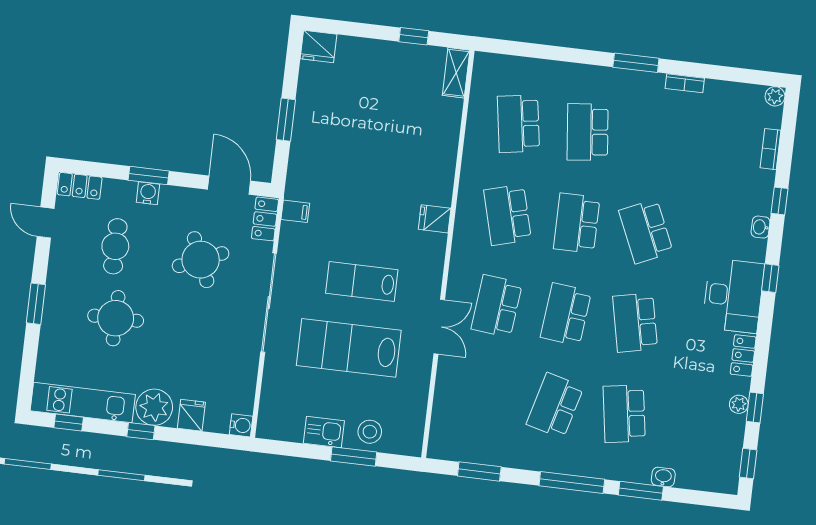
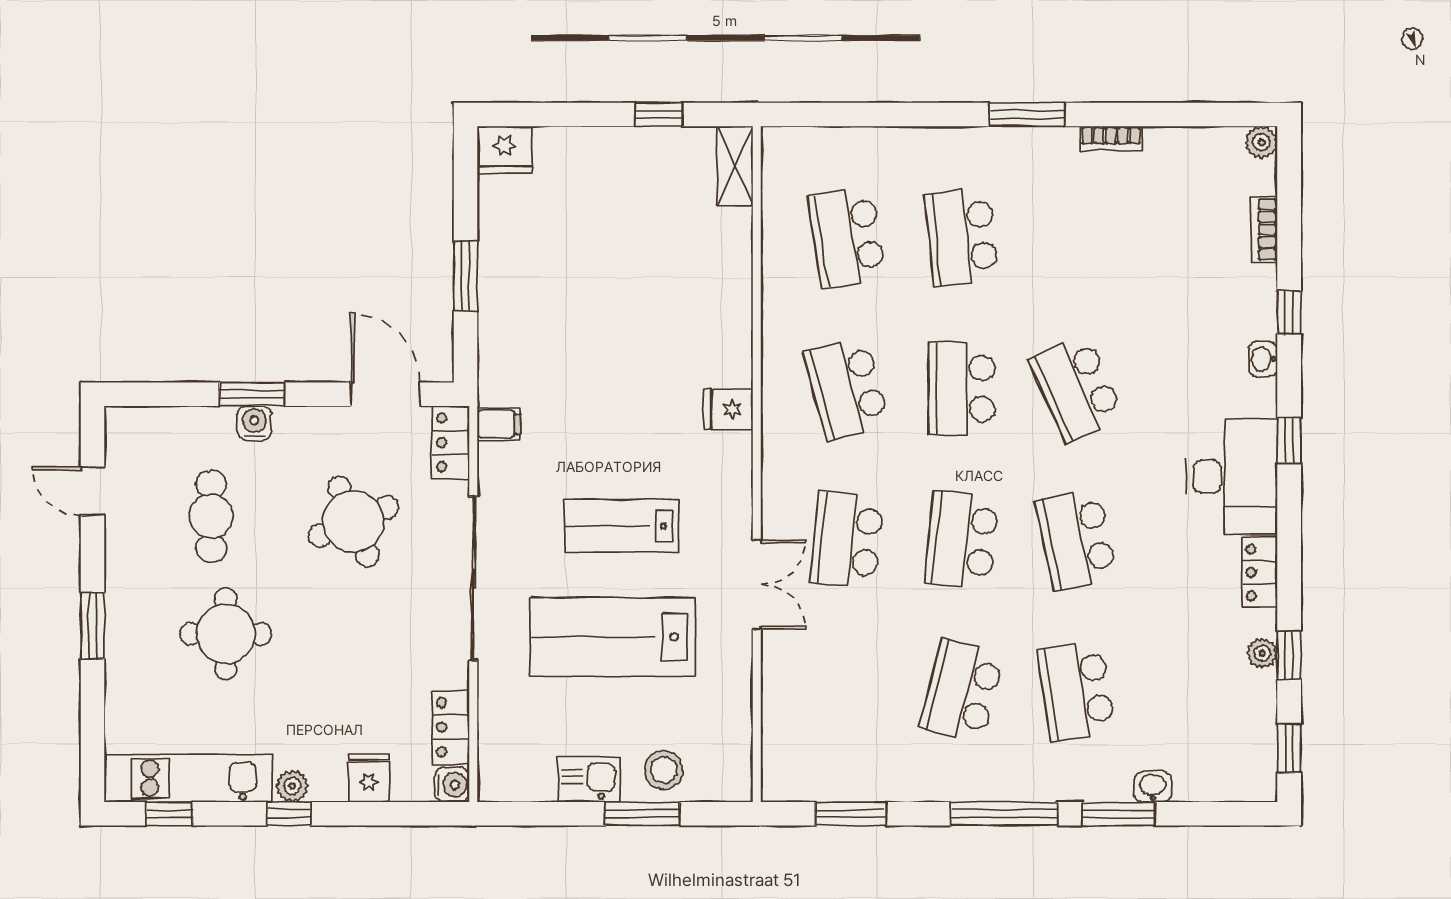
locker: (80, 186) -> (451, 727), moved, turned 90
plant: (154, 407) -> (292, 786), width x0.53, depth x0.53

